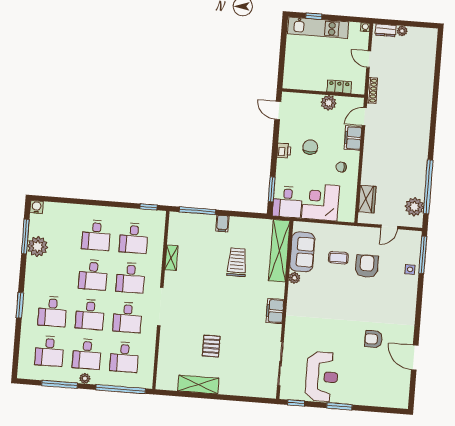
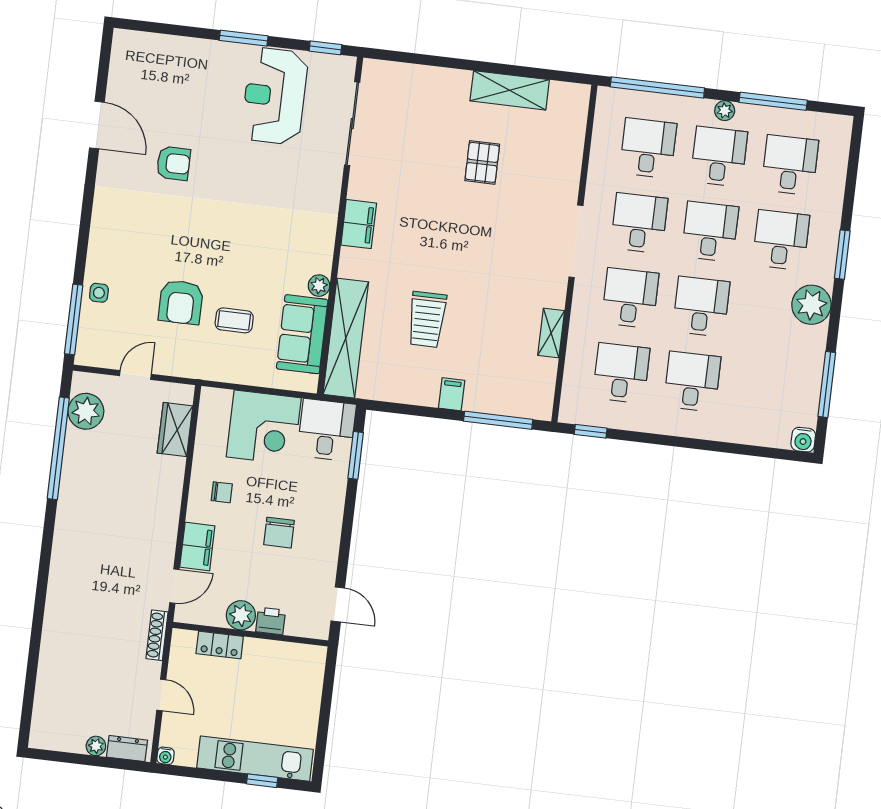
printer: (284, 151) -> (271, 621), moved, turned 90
plant: (38, 247) -> (811, 305), moved

